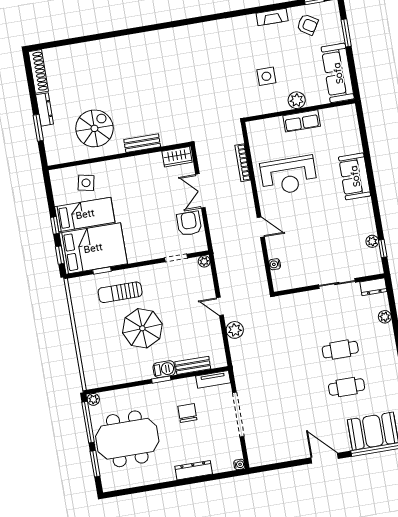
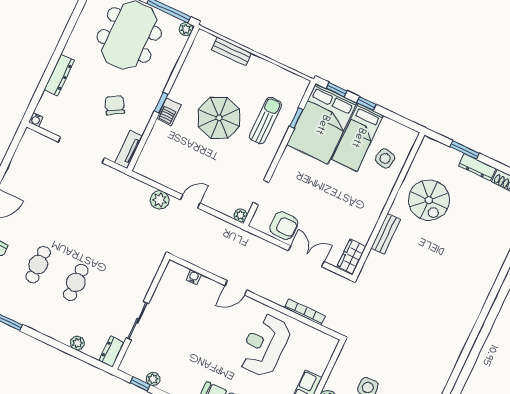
bench: (193, 365) -> (231, 51), moved, turned 90
chair: (187, 413) -> (115, 105), turned -120

